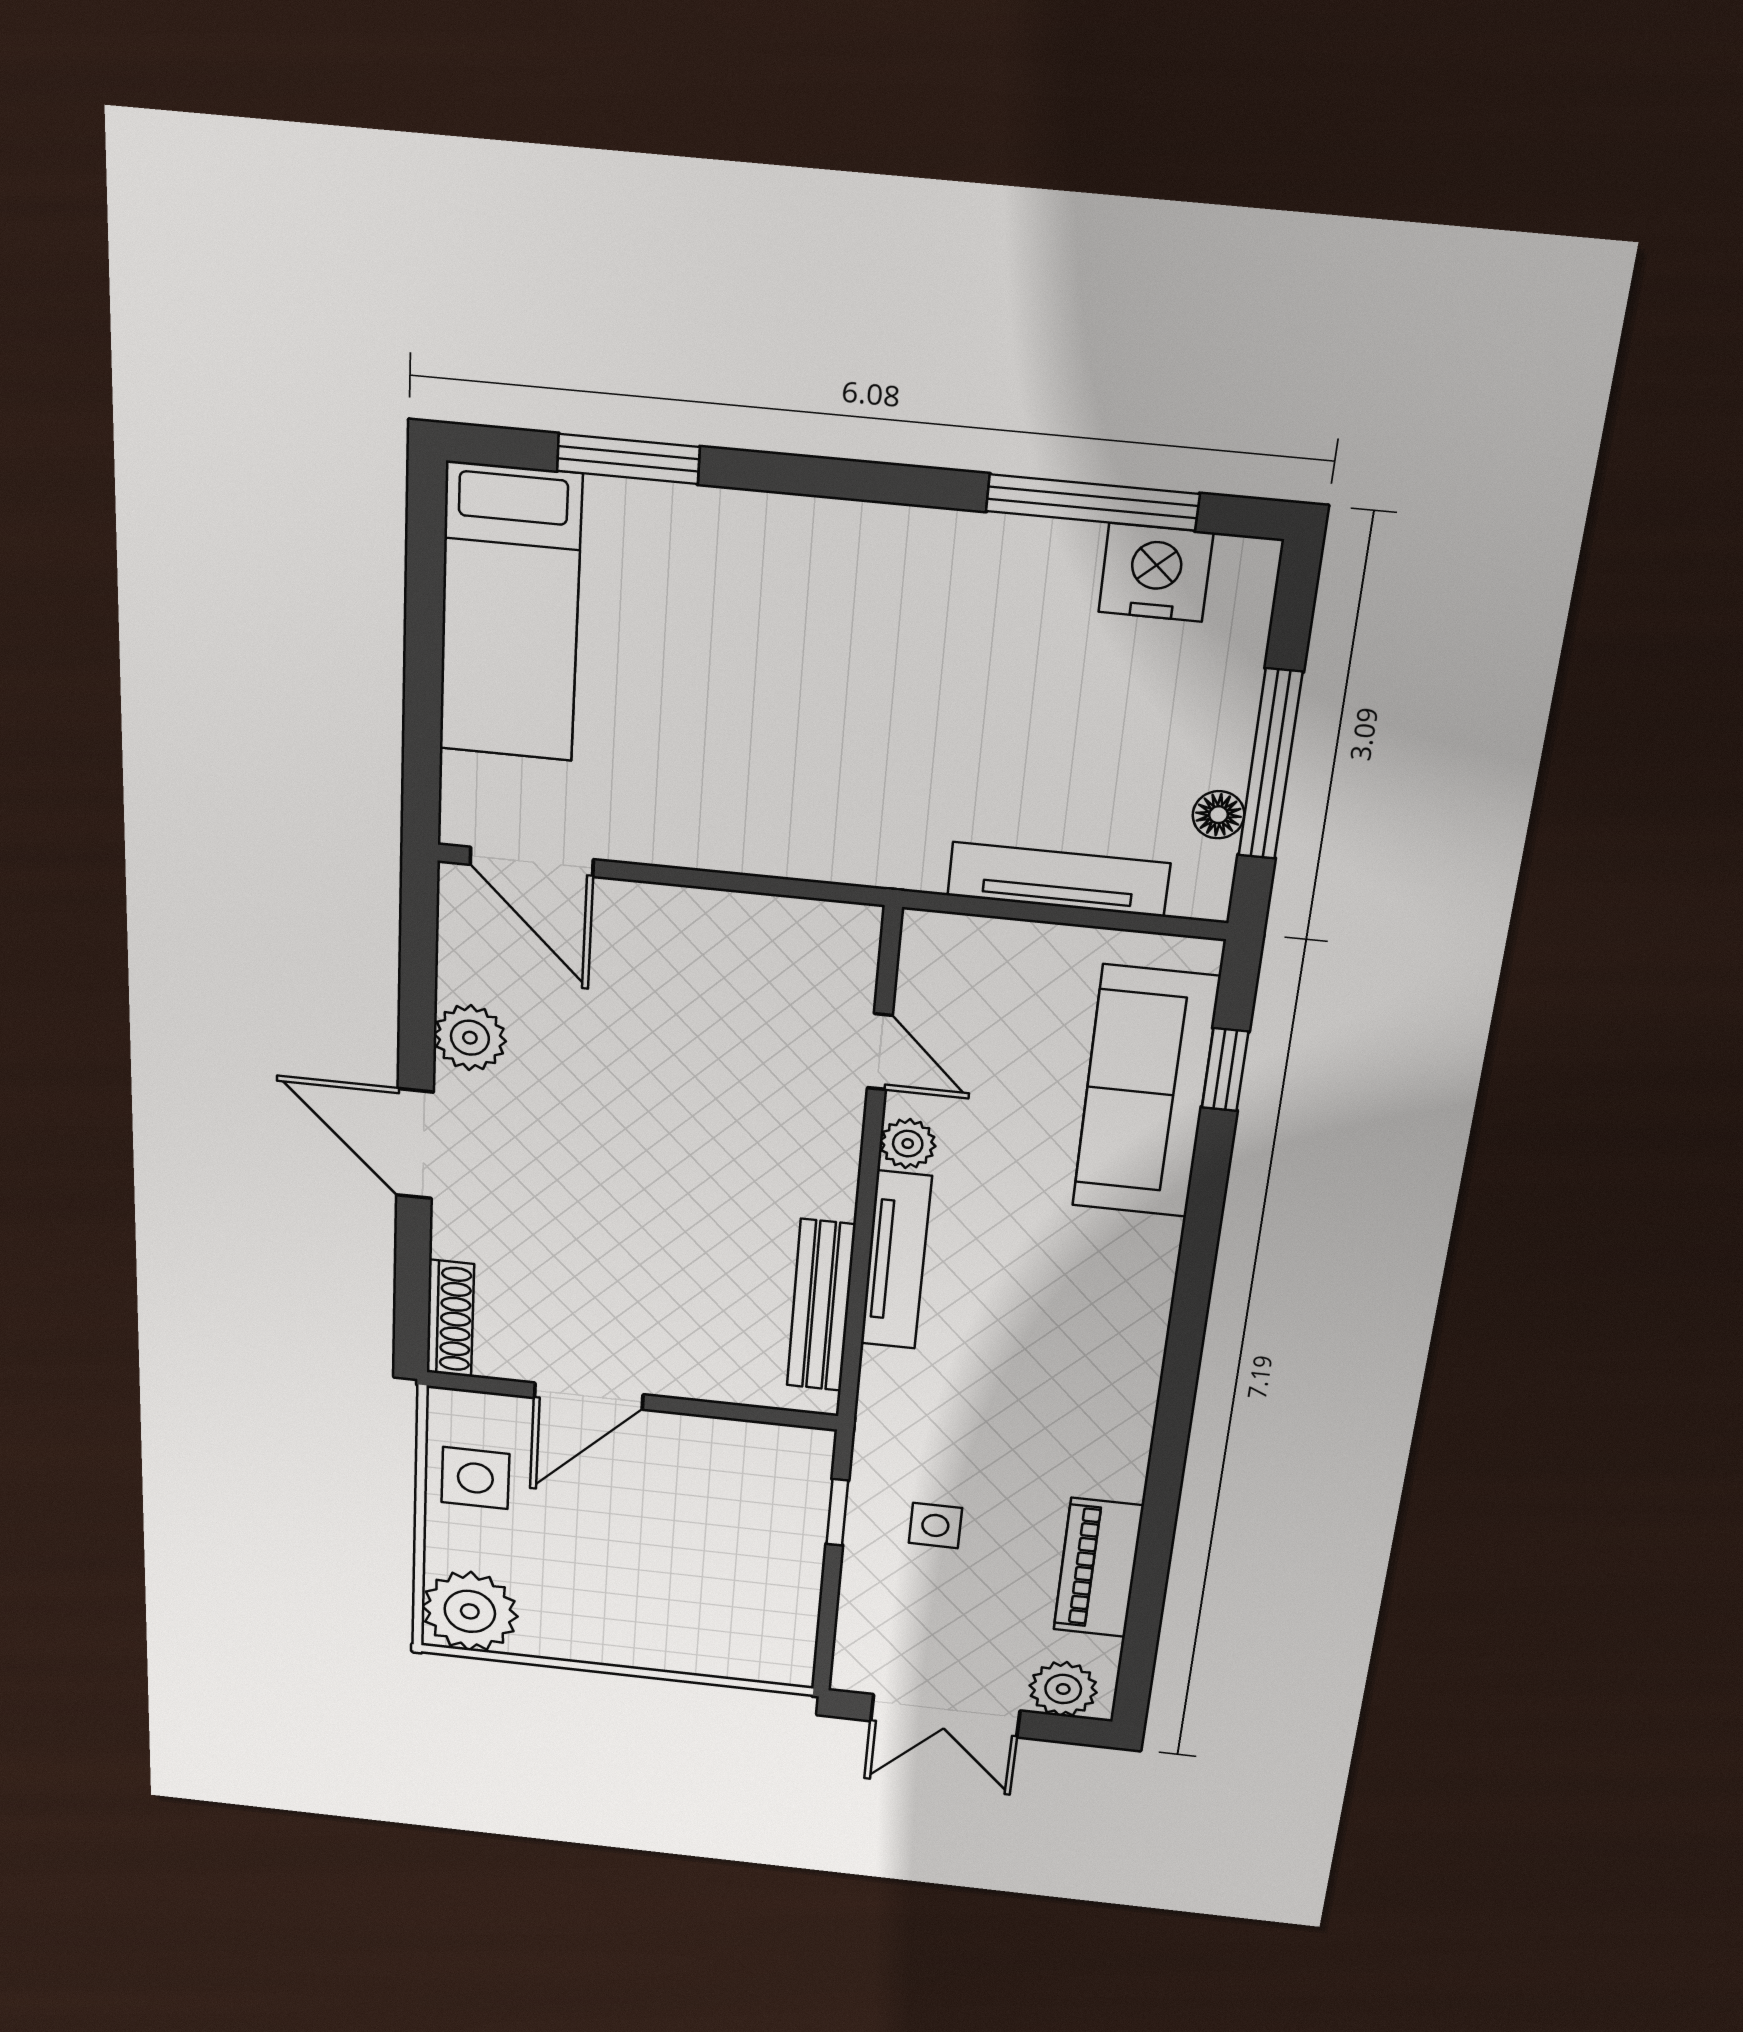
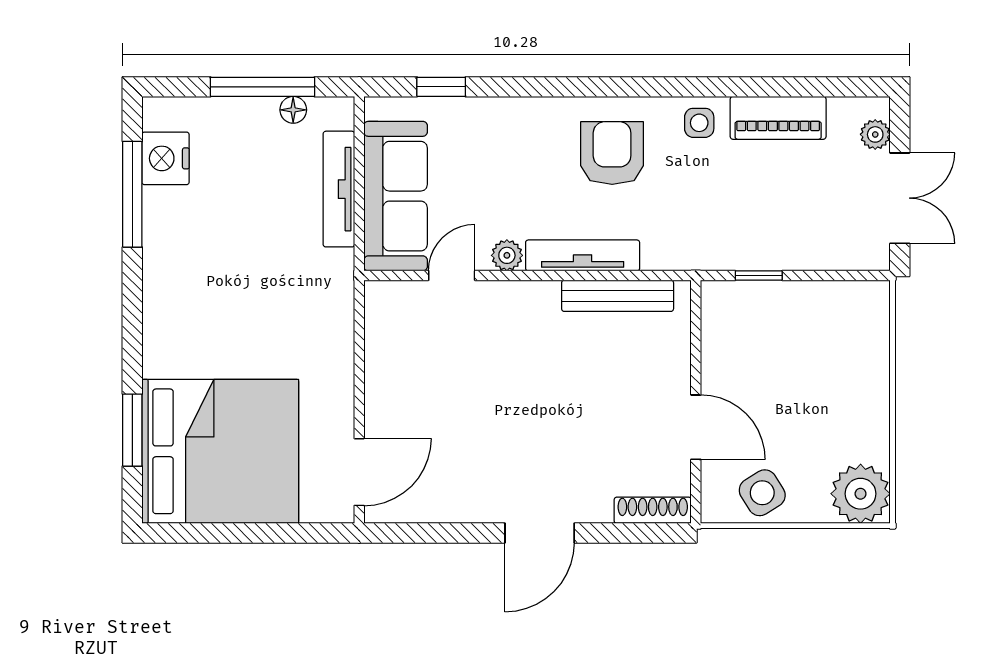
bed: (510, 613) -> (220, 451), width x2.04
plant: (470, 1038) -> (469, 503), removed
sofa: (1145, 1093) -> (396, 196), moved, turned -90
armchair: (1070, 1324) -> (612, 153), added
side table: (475, 1478) -> (762, 493), turned -32
side table: (935, 1525) -> (699, 123), moved
plant: (1063, 1689) -> (875, 134), width x0.73, depth x0.73

